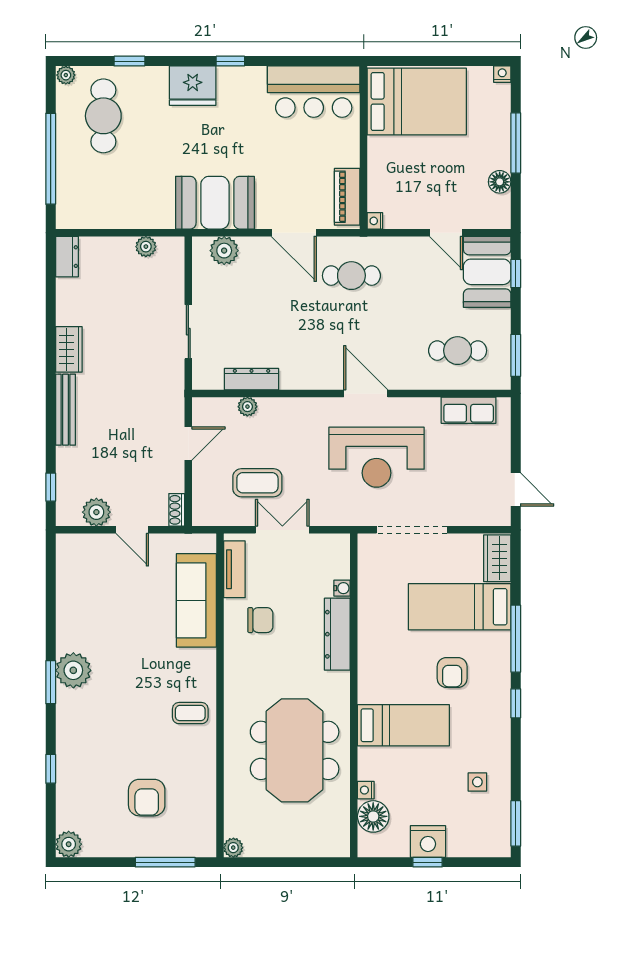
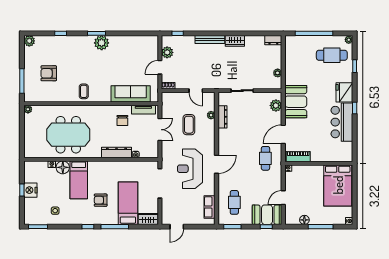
bar counter: (314, 92) -> (342, 122), moved
coffee table: (257, 483) -> (189, 125), moved
floor lamp: (373, 816) -> (63, 167), moved

